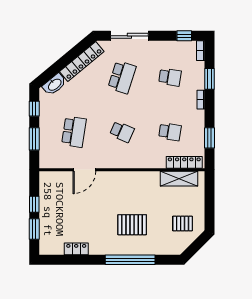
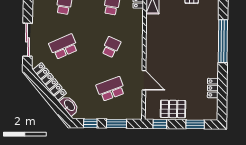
school desk: (122, 77) -> (64, 47), turned -42
school desk: (74, 132) -> (111, 89), turned -30
window: (34, 204) -> (160, 124), moved
pallet: (132, 225) -> (173, 109), moved, turned 90

